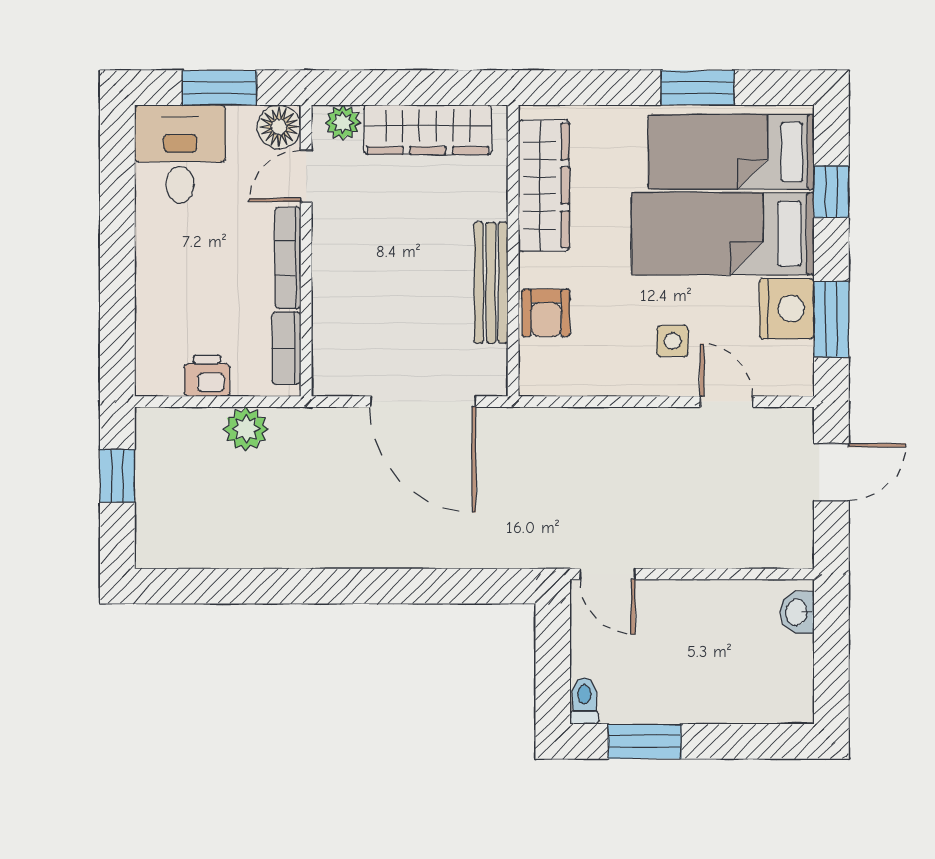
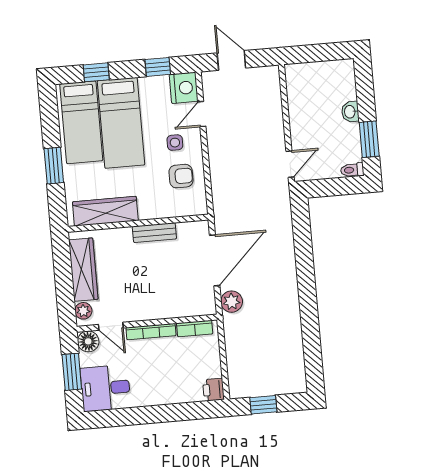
window: (698, 88) -> (54, 166), moved
bench: (491, 283) -> (154, 233), width x0.73
nightstand: (787, 309) -> (184, 88), moved, turned 90
armchair: (546, 313) -> (181, 176), moved
window: (831, 319) -> (158, 67), width x0.67
printer: (207, 376) -> (213, 390), moved
plant: (246, 429) -> (232, 302), moved
washbasin: (797, 612) -> (350, 112), moved, turned 90

